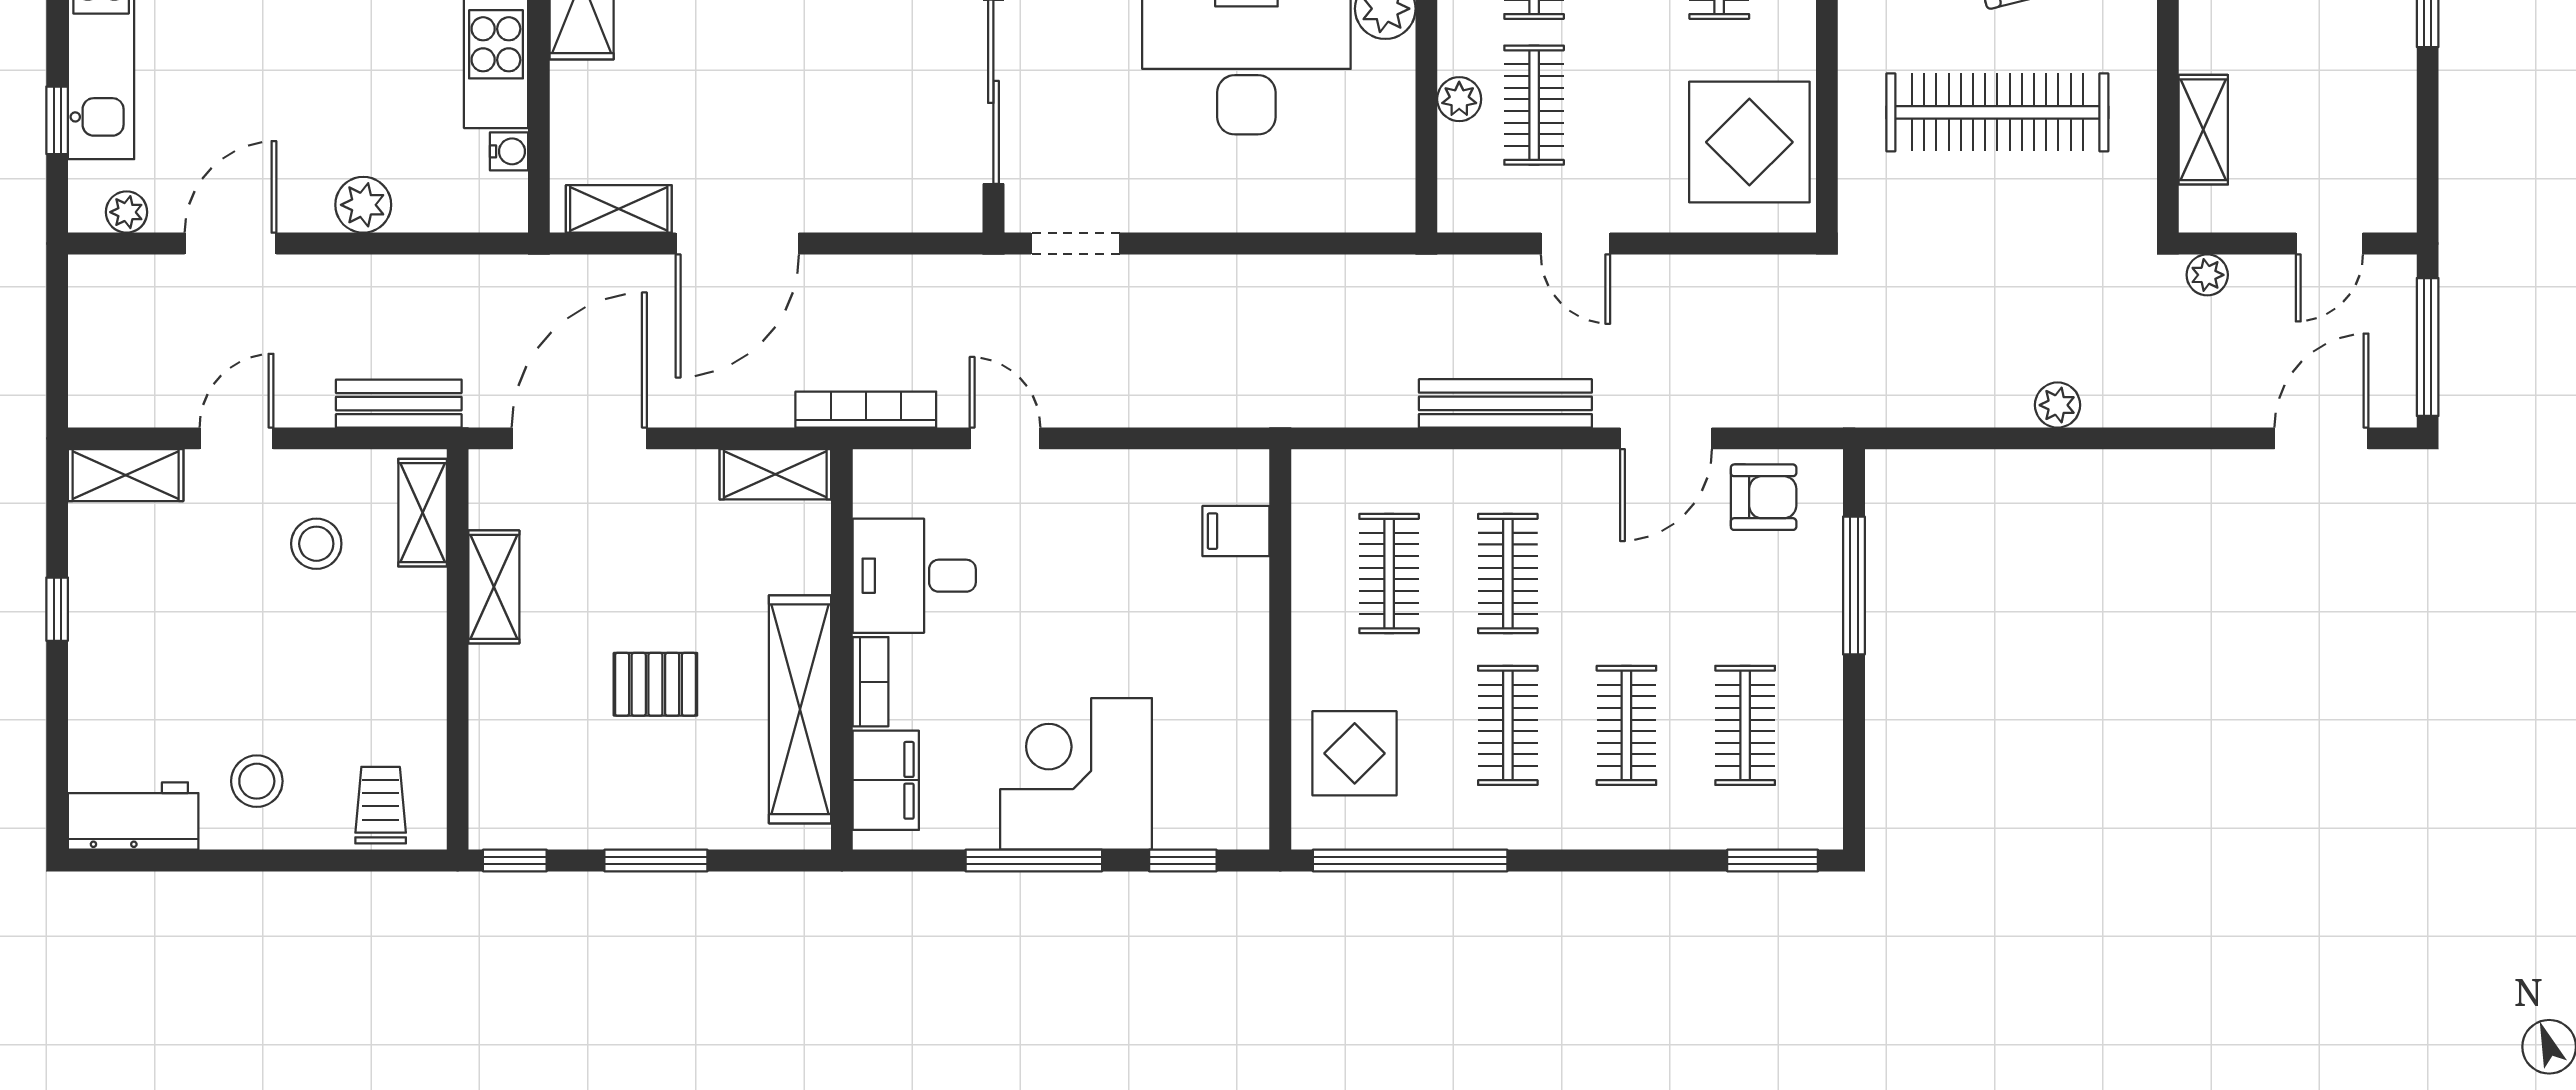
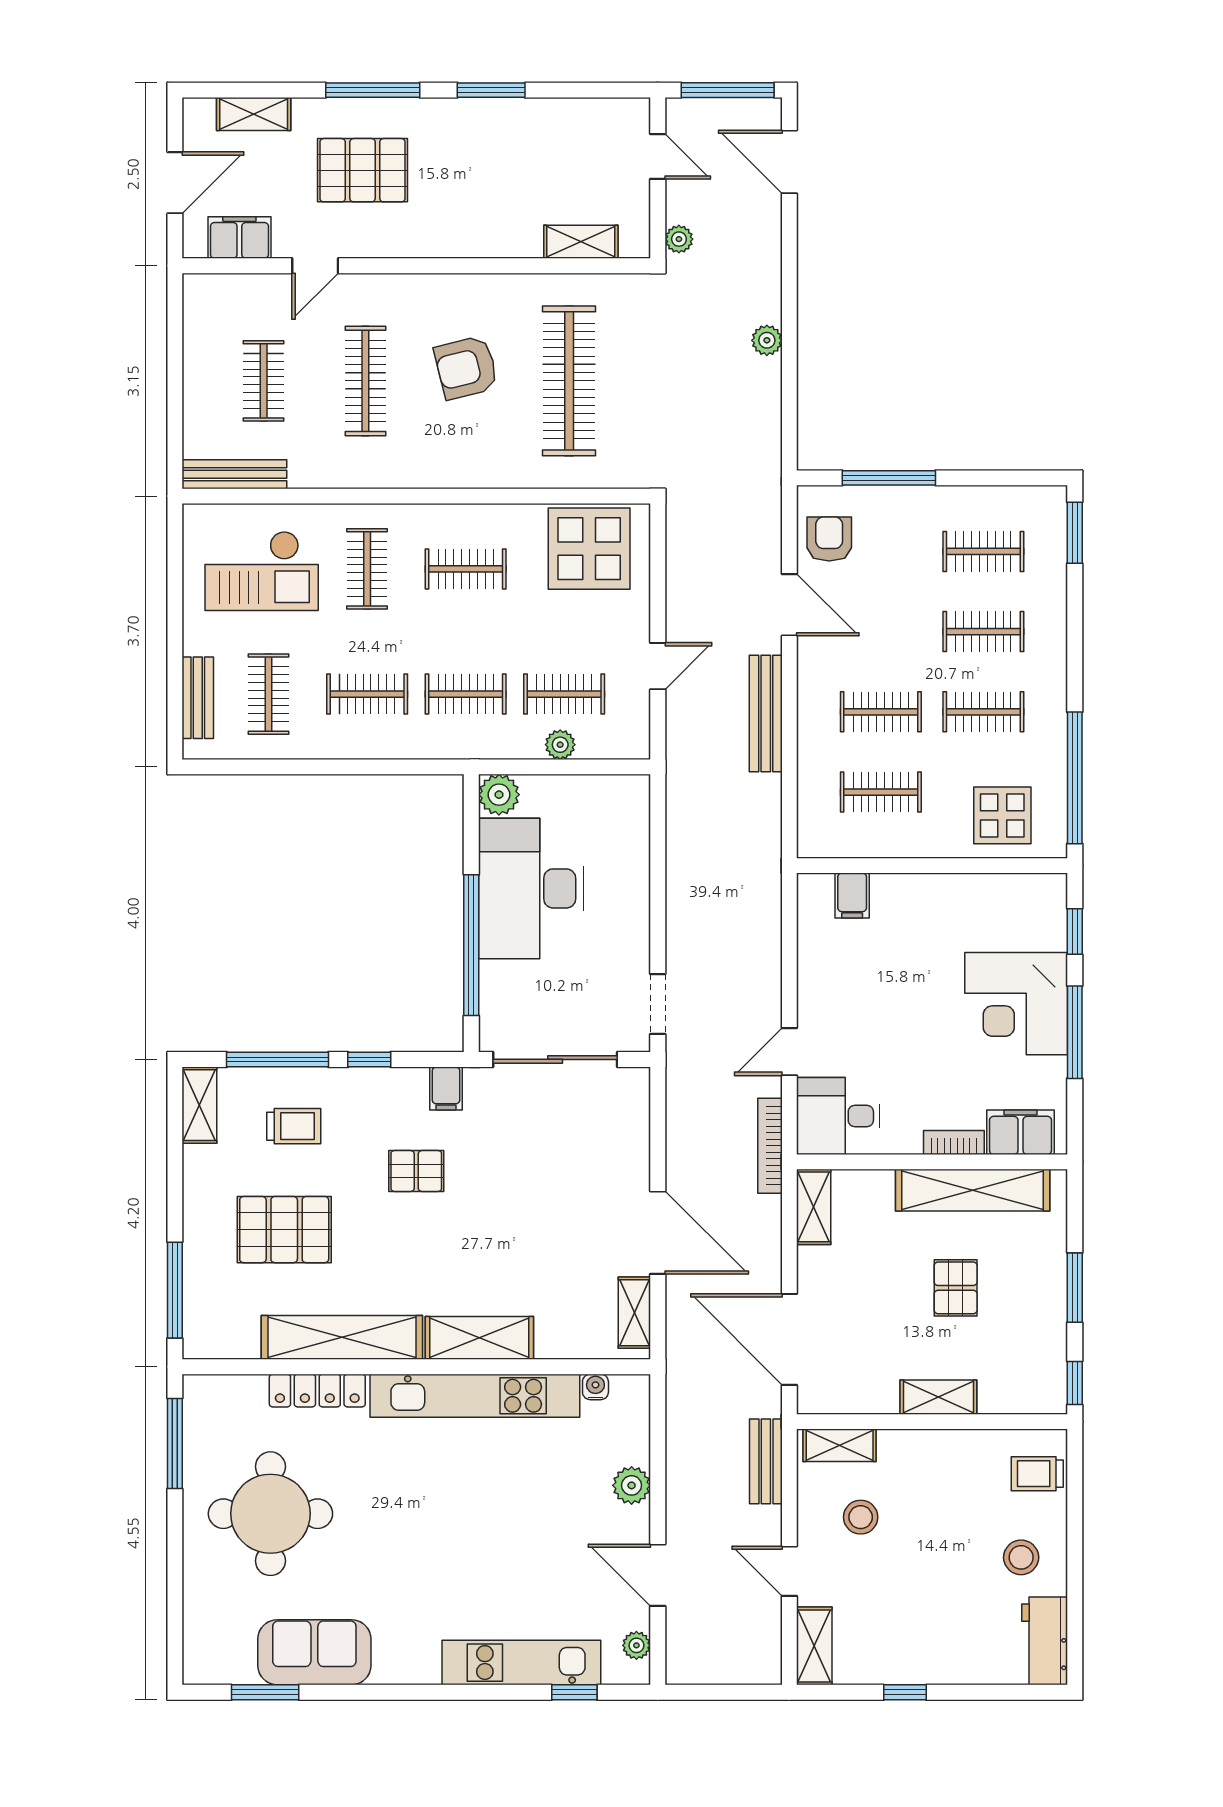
desk: (914, 576) -> (838, 1116), moved, turned 90
shelving: (494, 587) -> (938, 1397), moved

